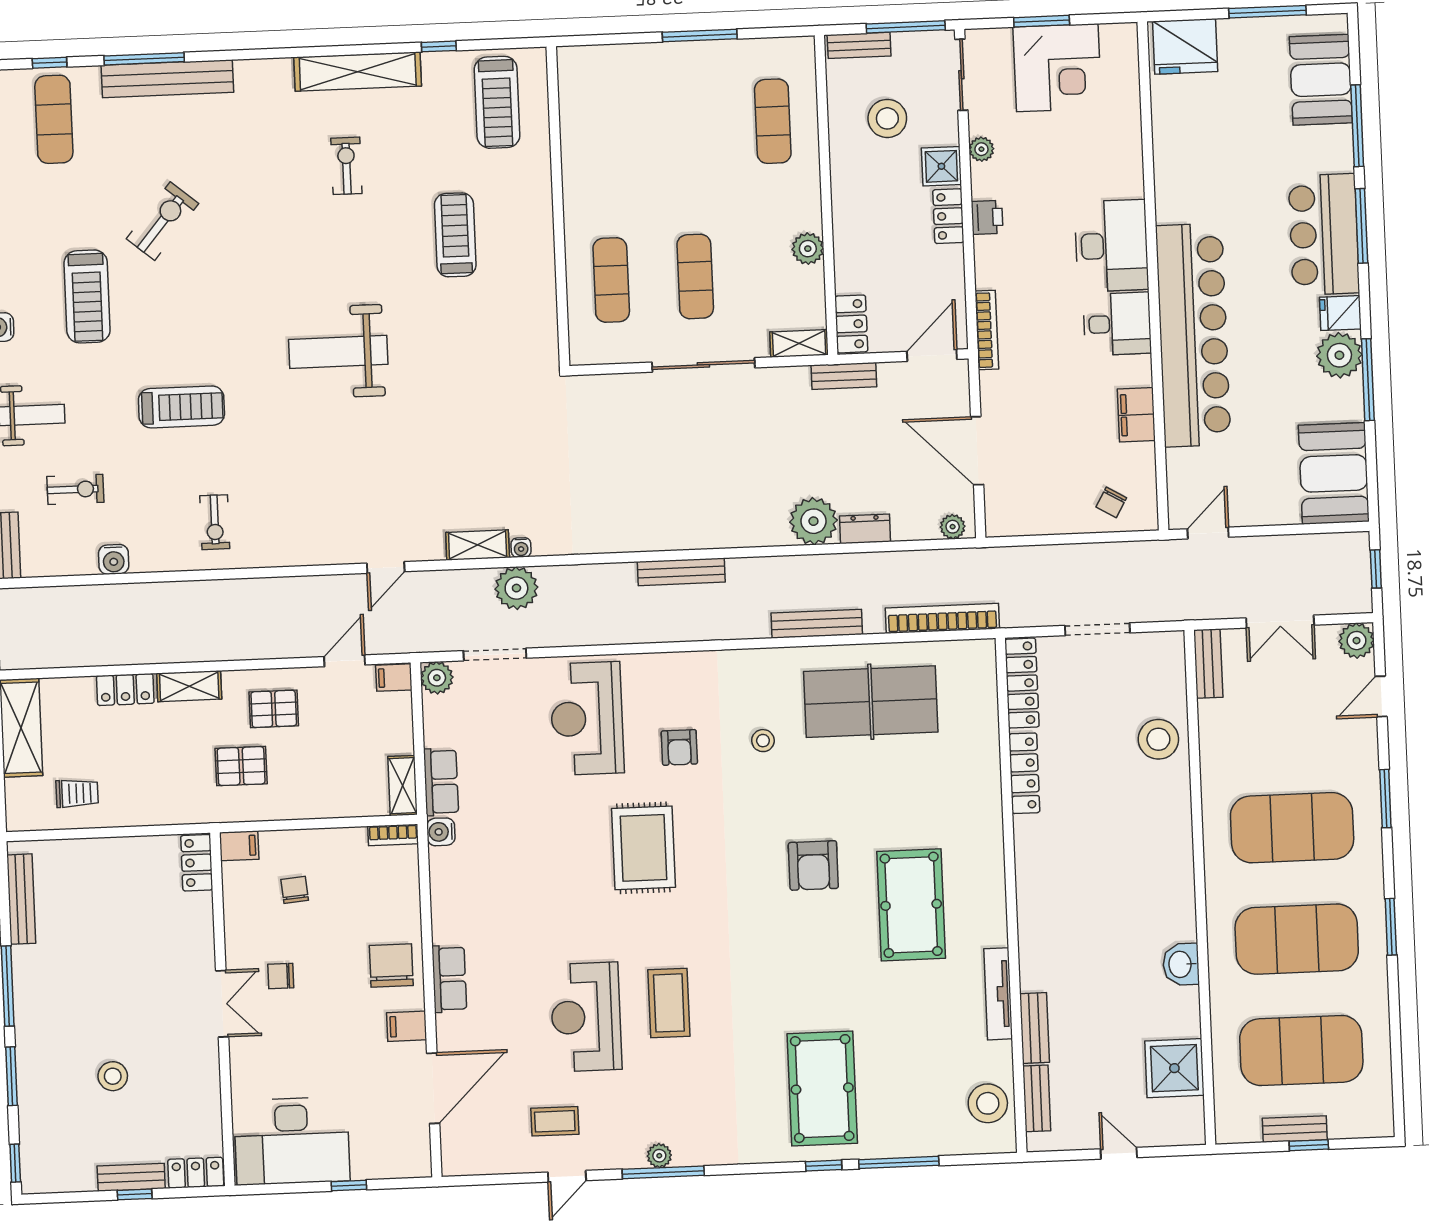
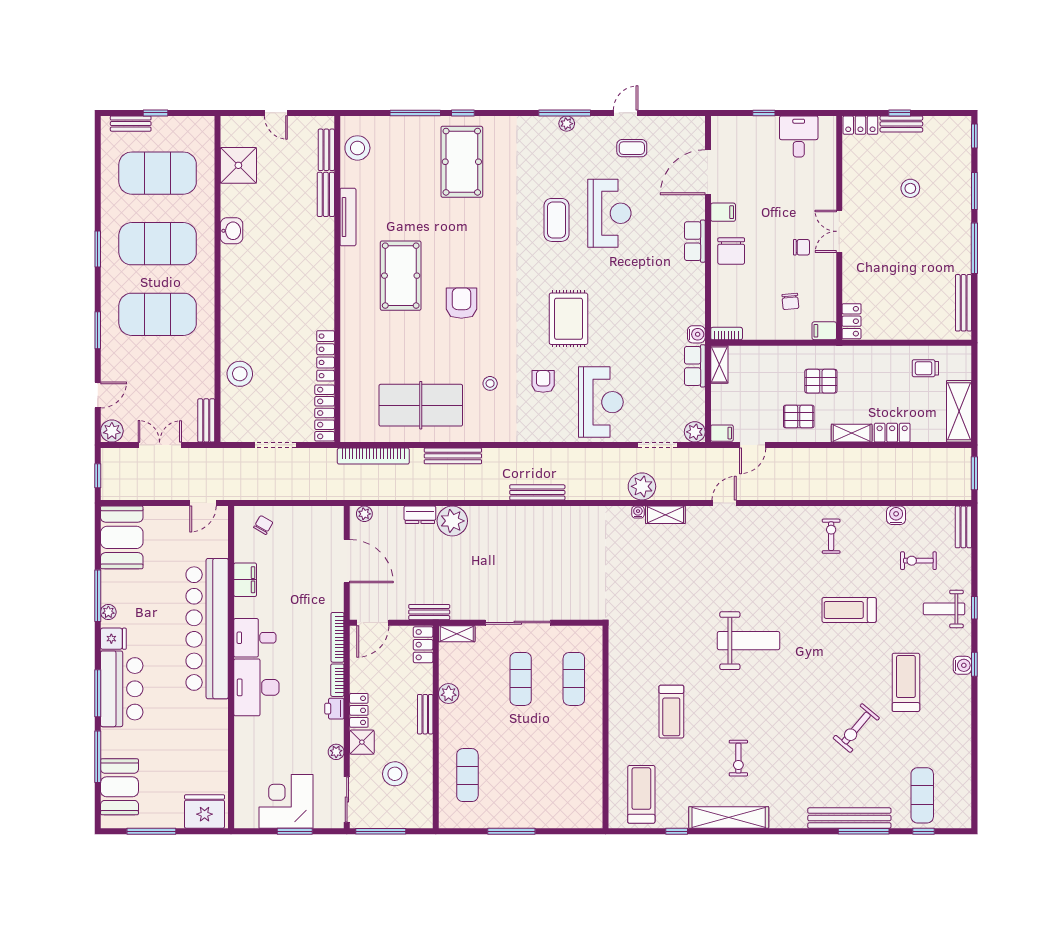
bench: (859, 45) -> (425, 714), moved, turned 90
bookcase: (984, 262) -> (337, 680), added
plant: (1339, 355) -> (108, 612), width x0.53, depth x0.53
bench: (1295, 1129) -> (131, 124), moved
desk: (292, 1141) -> (799, 136), width x0.53, depth x0.77

